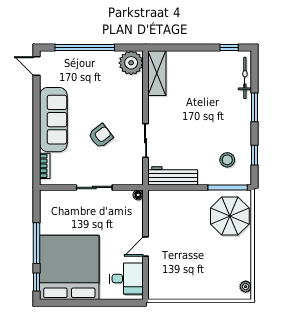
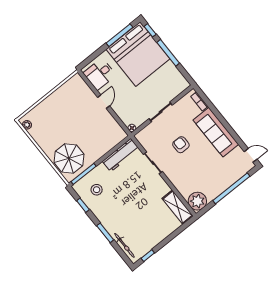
armchair: (101, 136) -> (181, 145), turned 128
window: (73, 303) -> (120, 35), added

